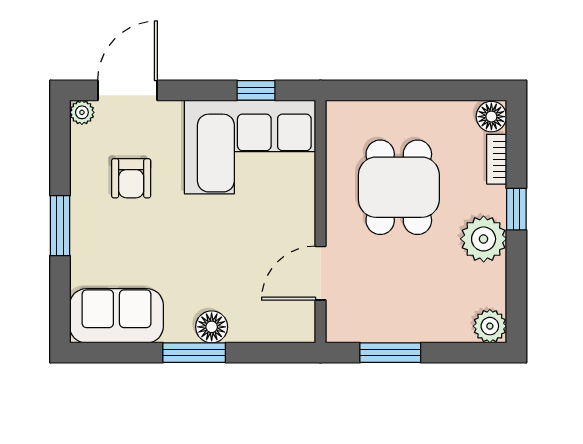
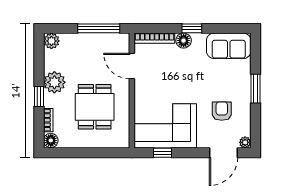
door: (321, 273) -> (132, 66), swing flipped
bookcase: (273, 332) -> (155, 38), added
window: (194, 353) -> (192, 28), width x0.67
window: (390, 353) -> (99, 28), width x1.44

